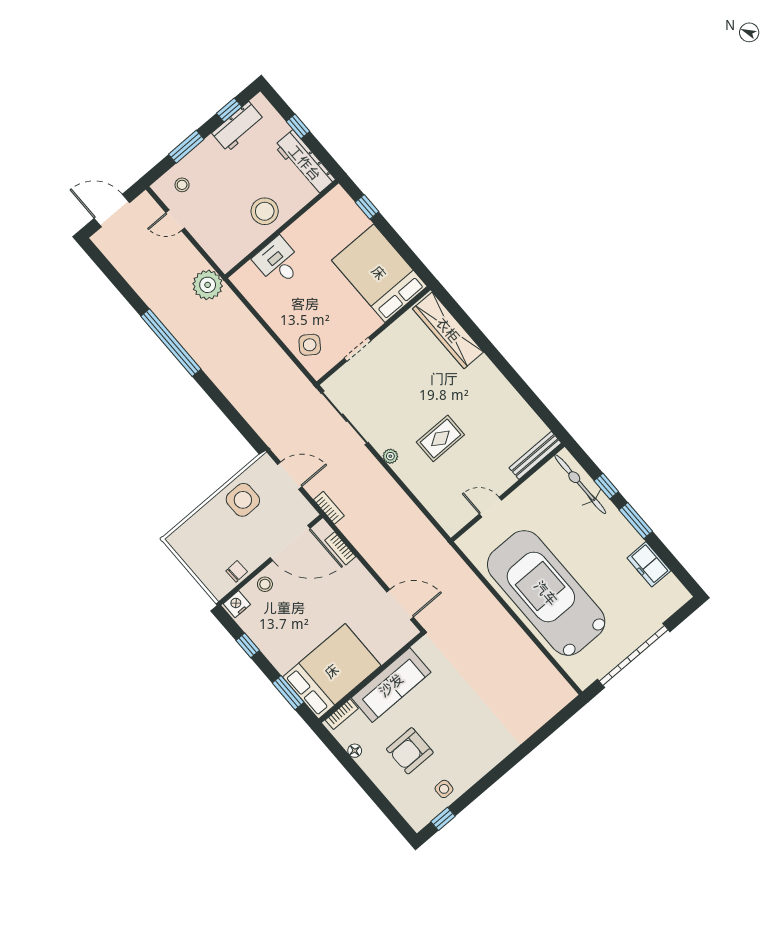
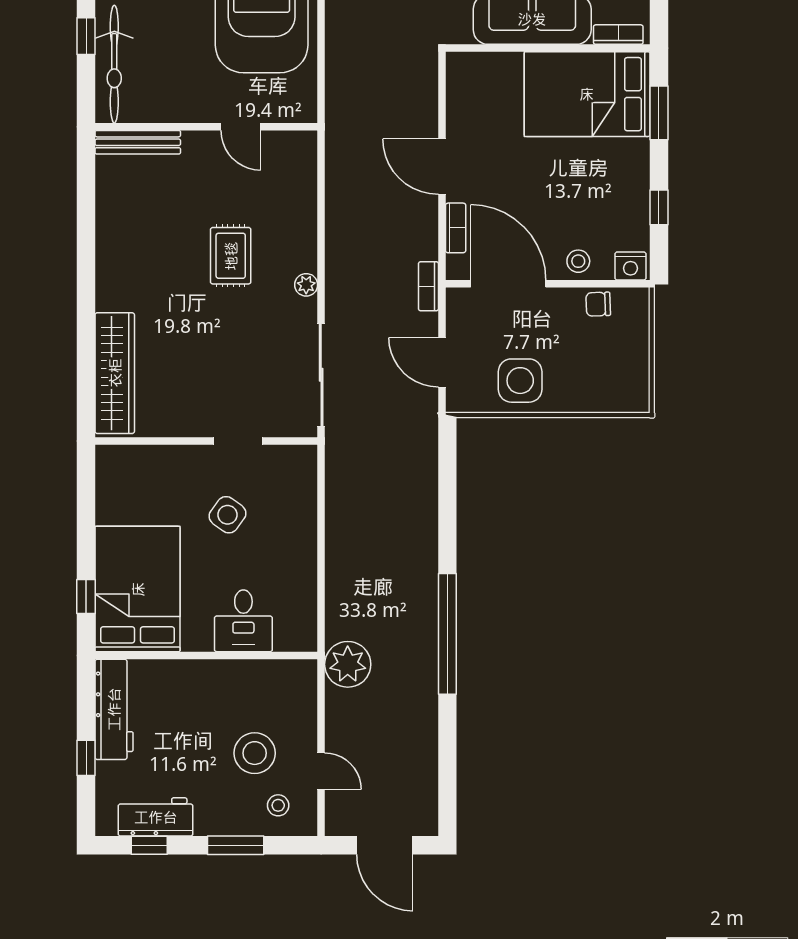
stool: (265, 211) -> (255, 753), moved
bed: (379, 273) -> (138, 589), moved, turned 180
side table: (310, 345) -> (228, 515), moved
rug: (440, 438) -> (231, 256), turned 90
door: (400, 604) -> (442, 167), moved

